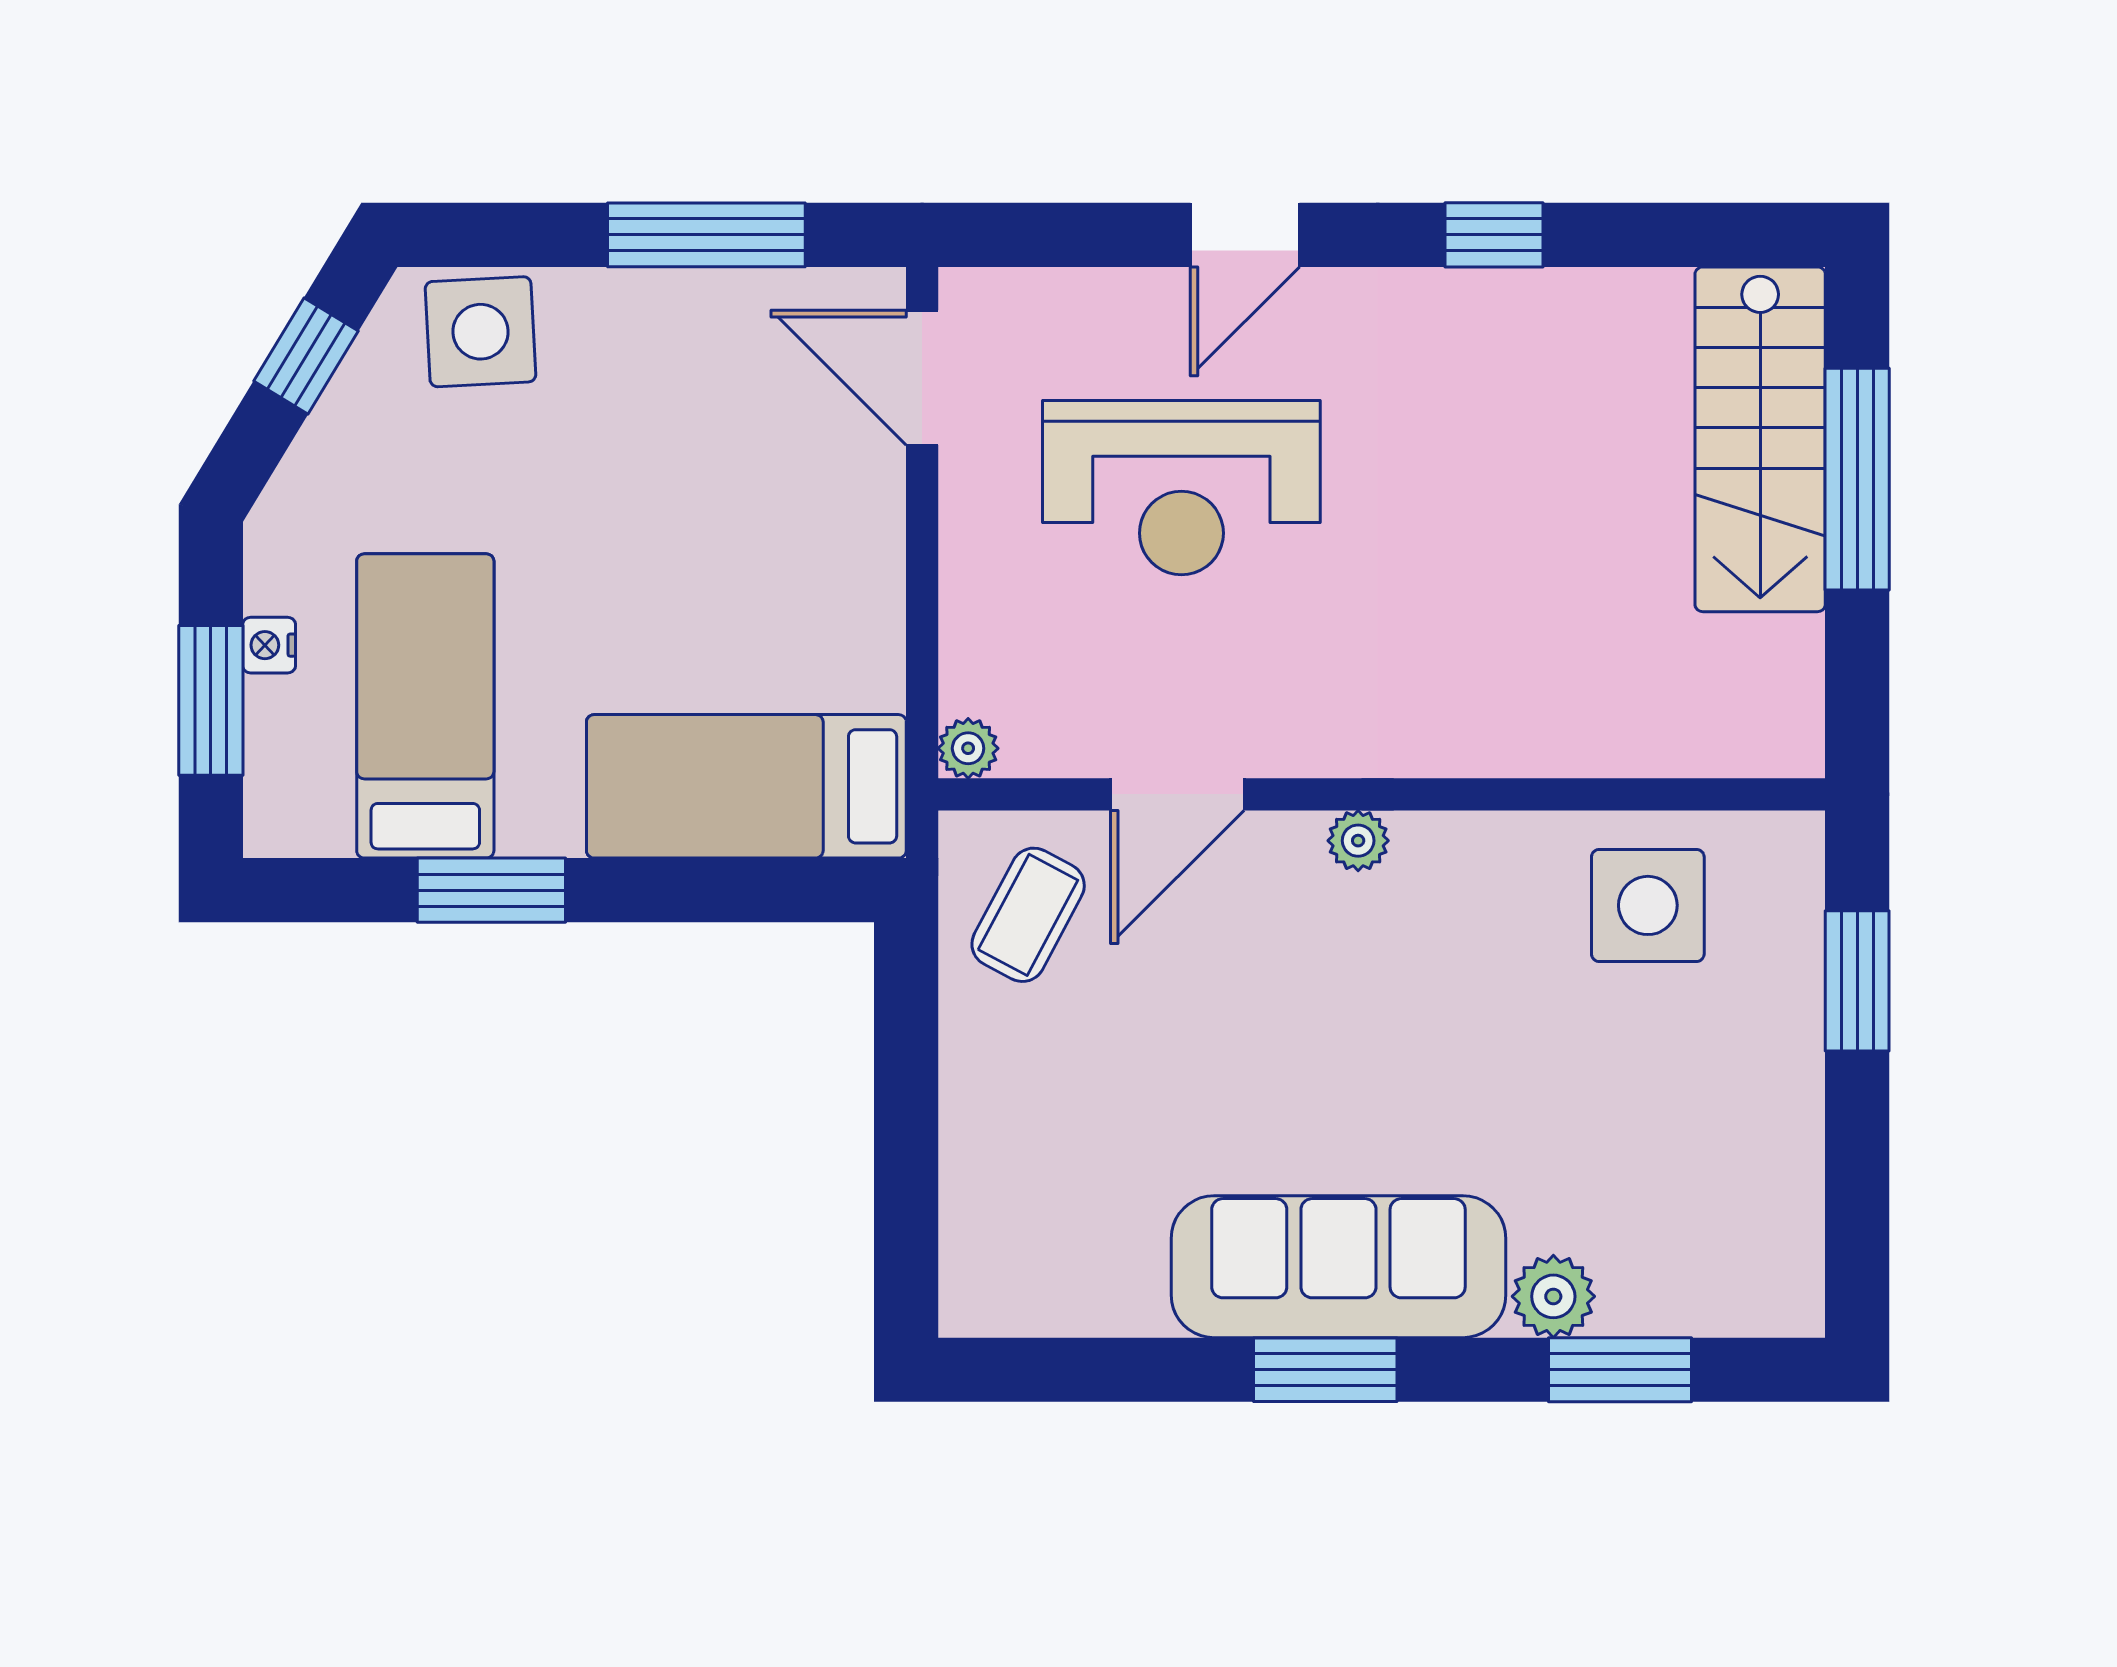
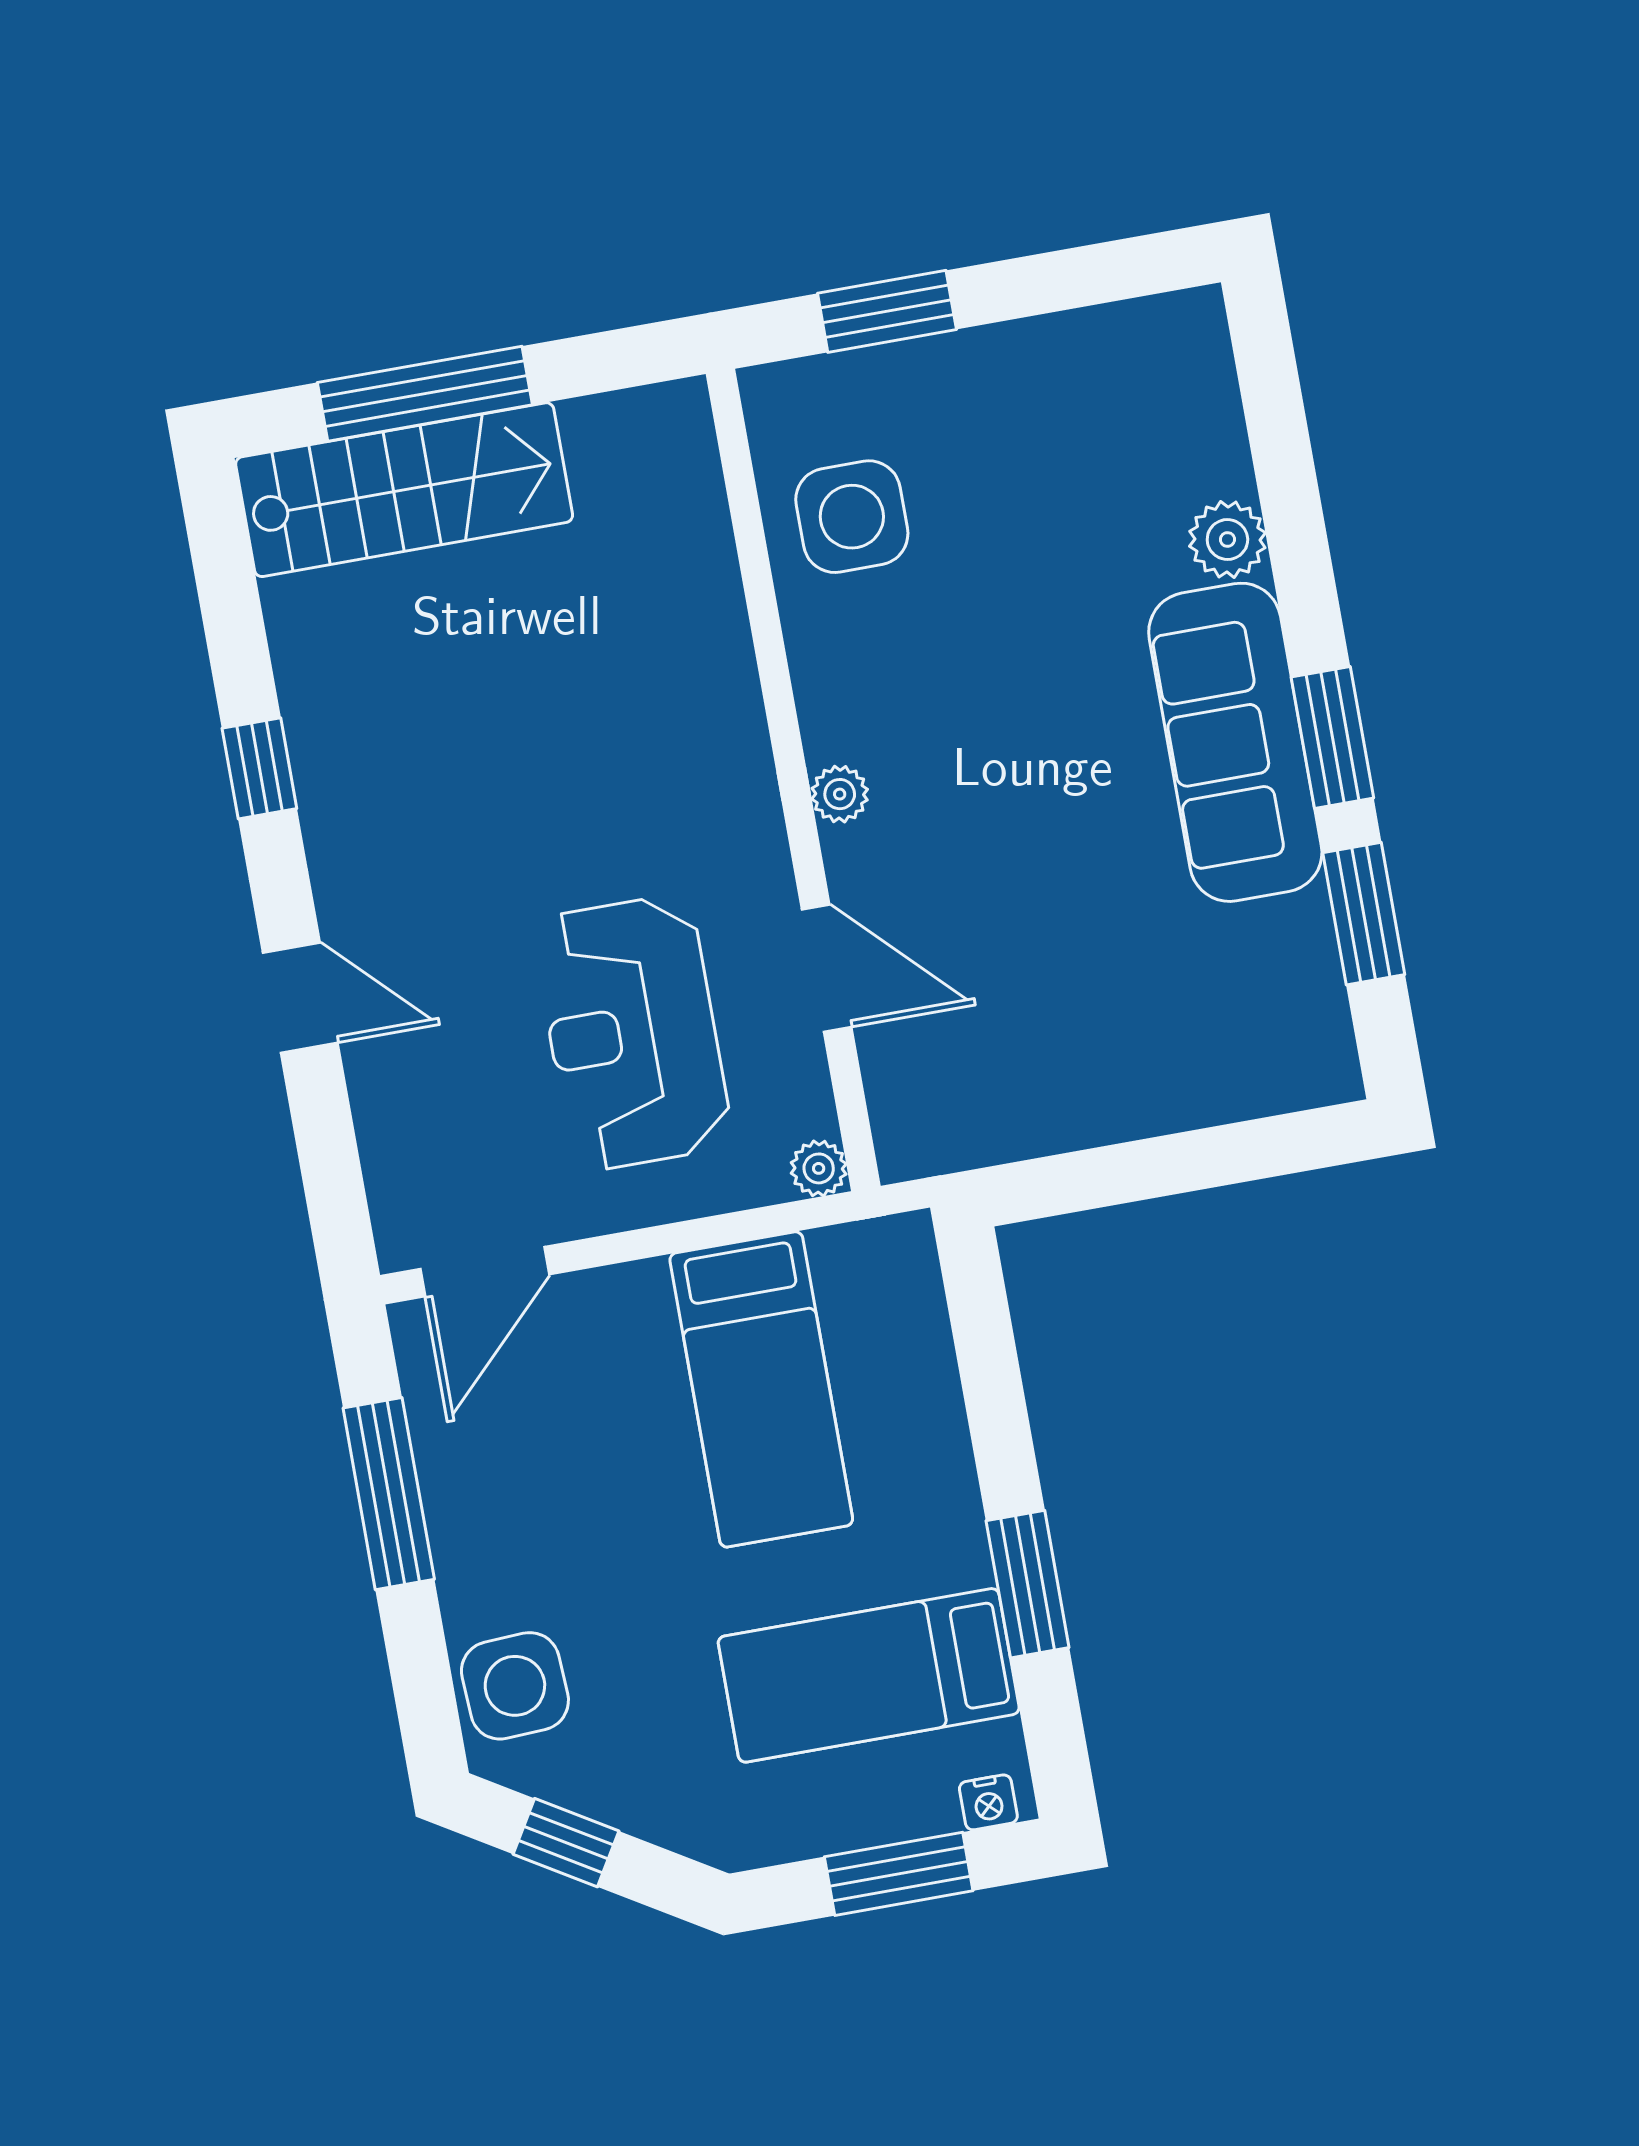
reception desk: (1181, 488) -> (632, 1033), moved, turned 180
nightstand: (269, 645) -> (988, 1802), moved
bed: (746, 786) -> (761, 1389), moved
coffee table: (1028, 915) -> (962, 1086), removed
window: (1620, 1370) -> (1364, 914), moved

